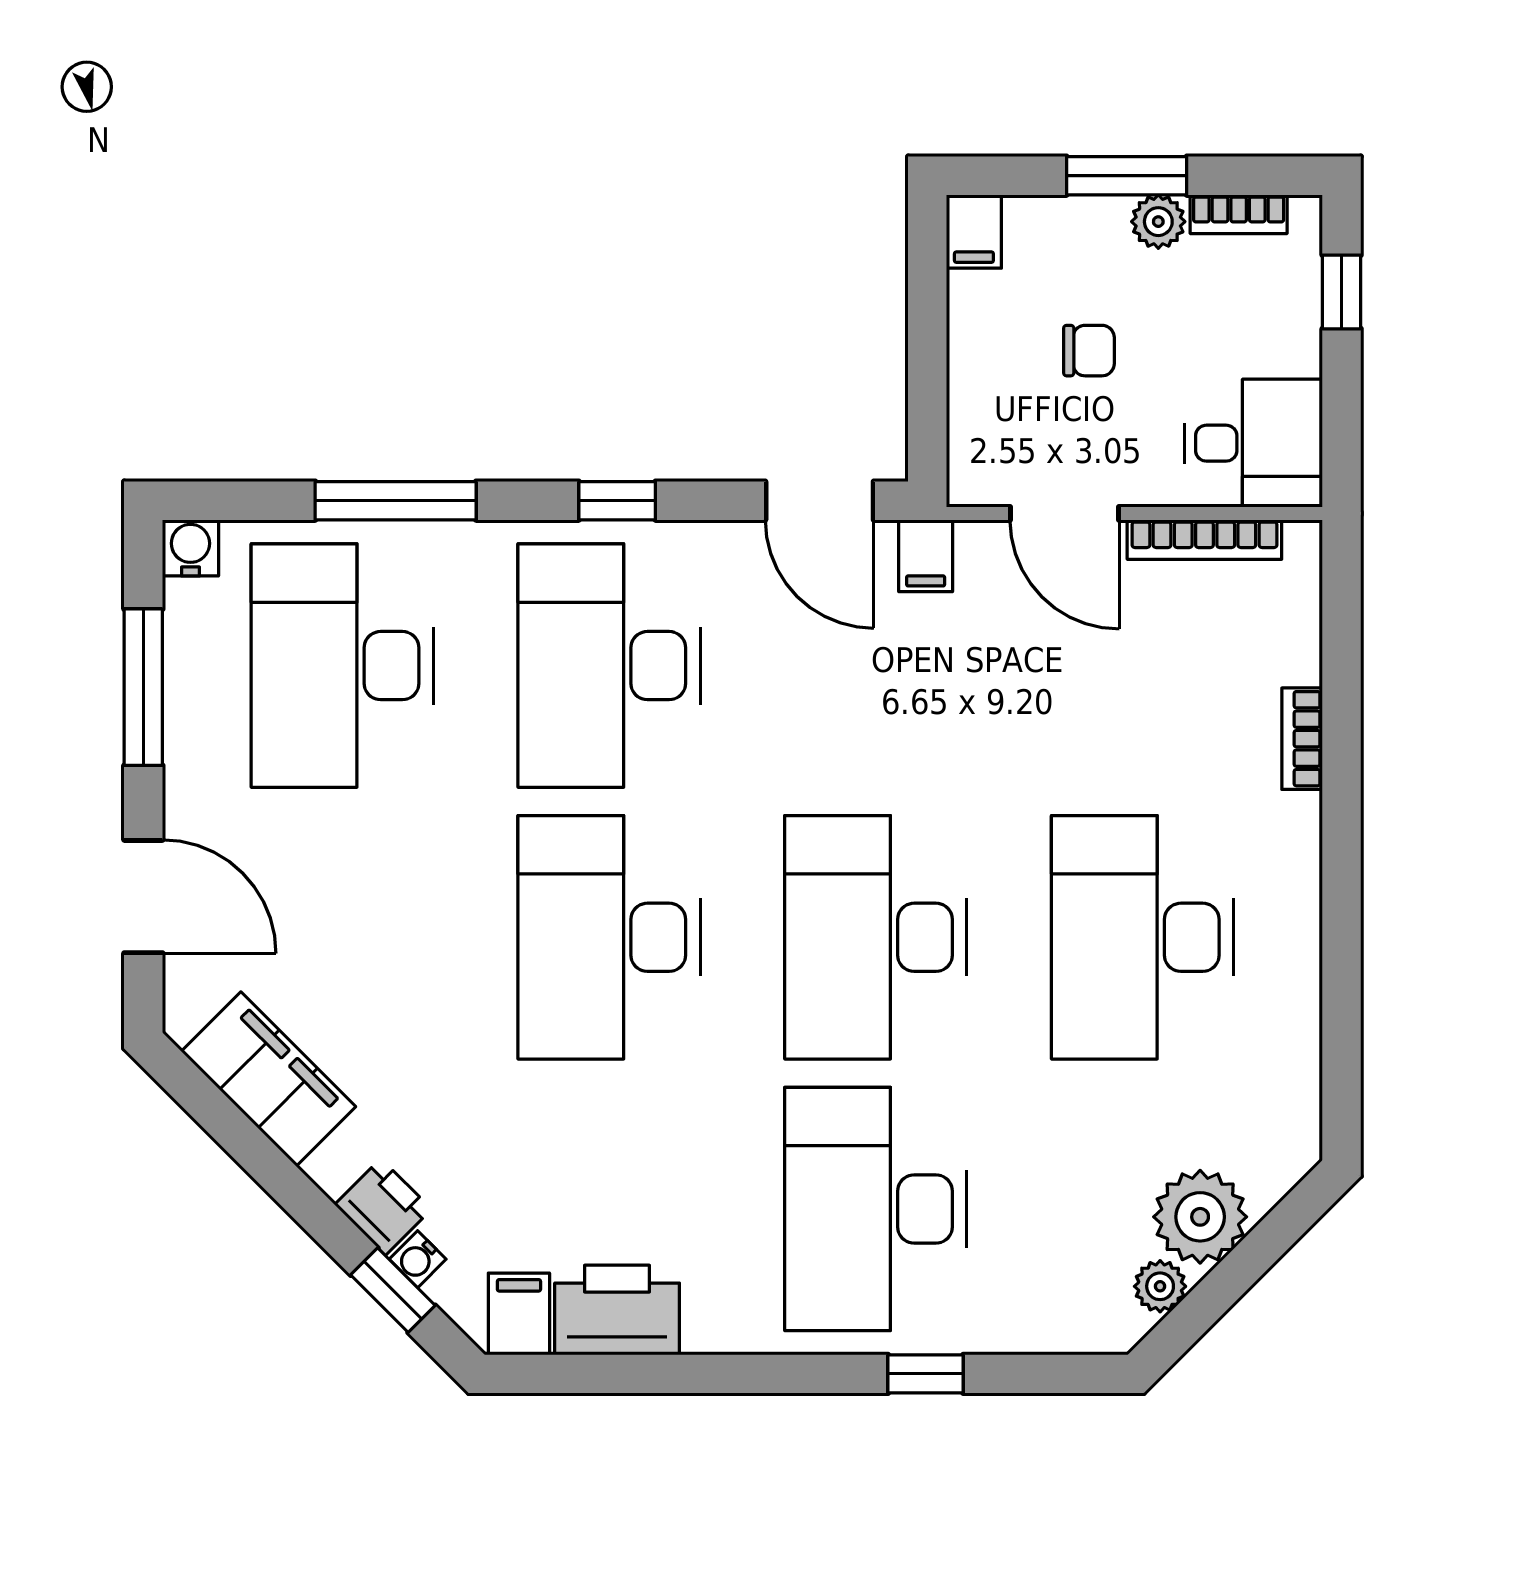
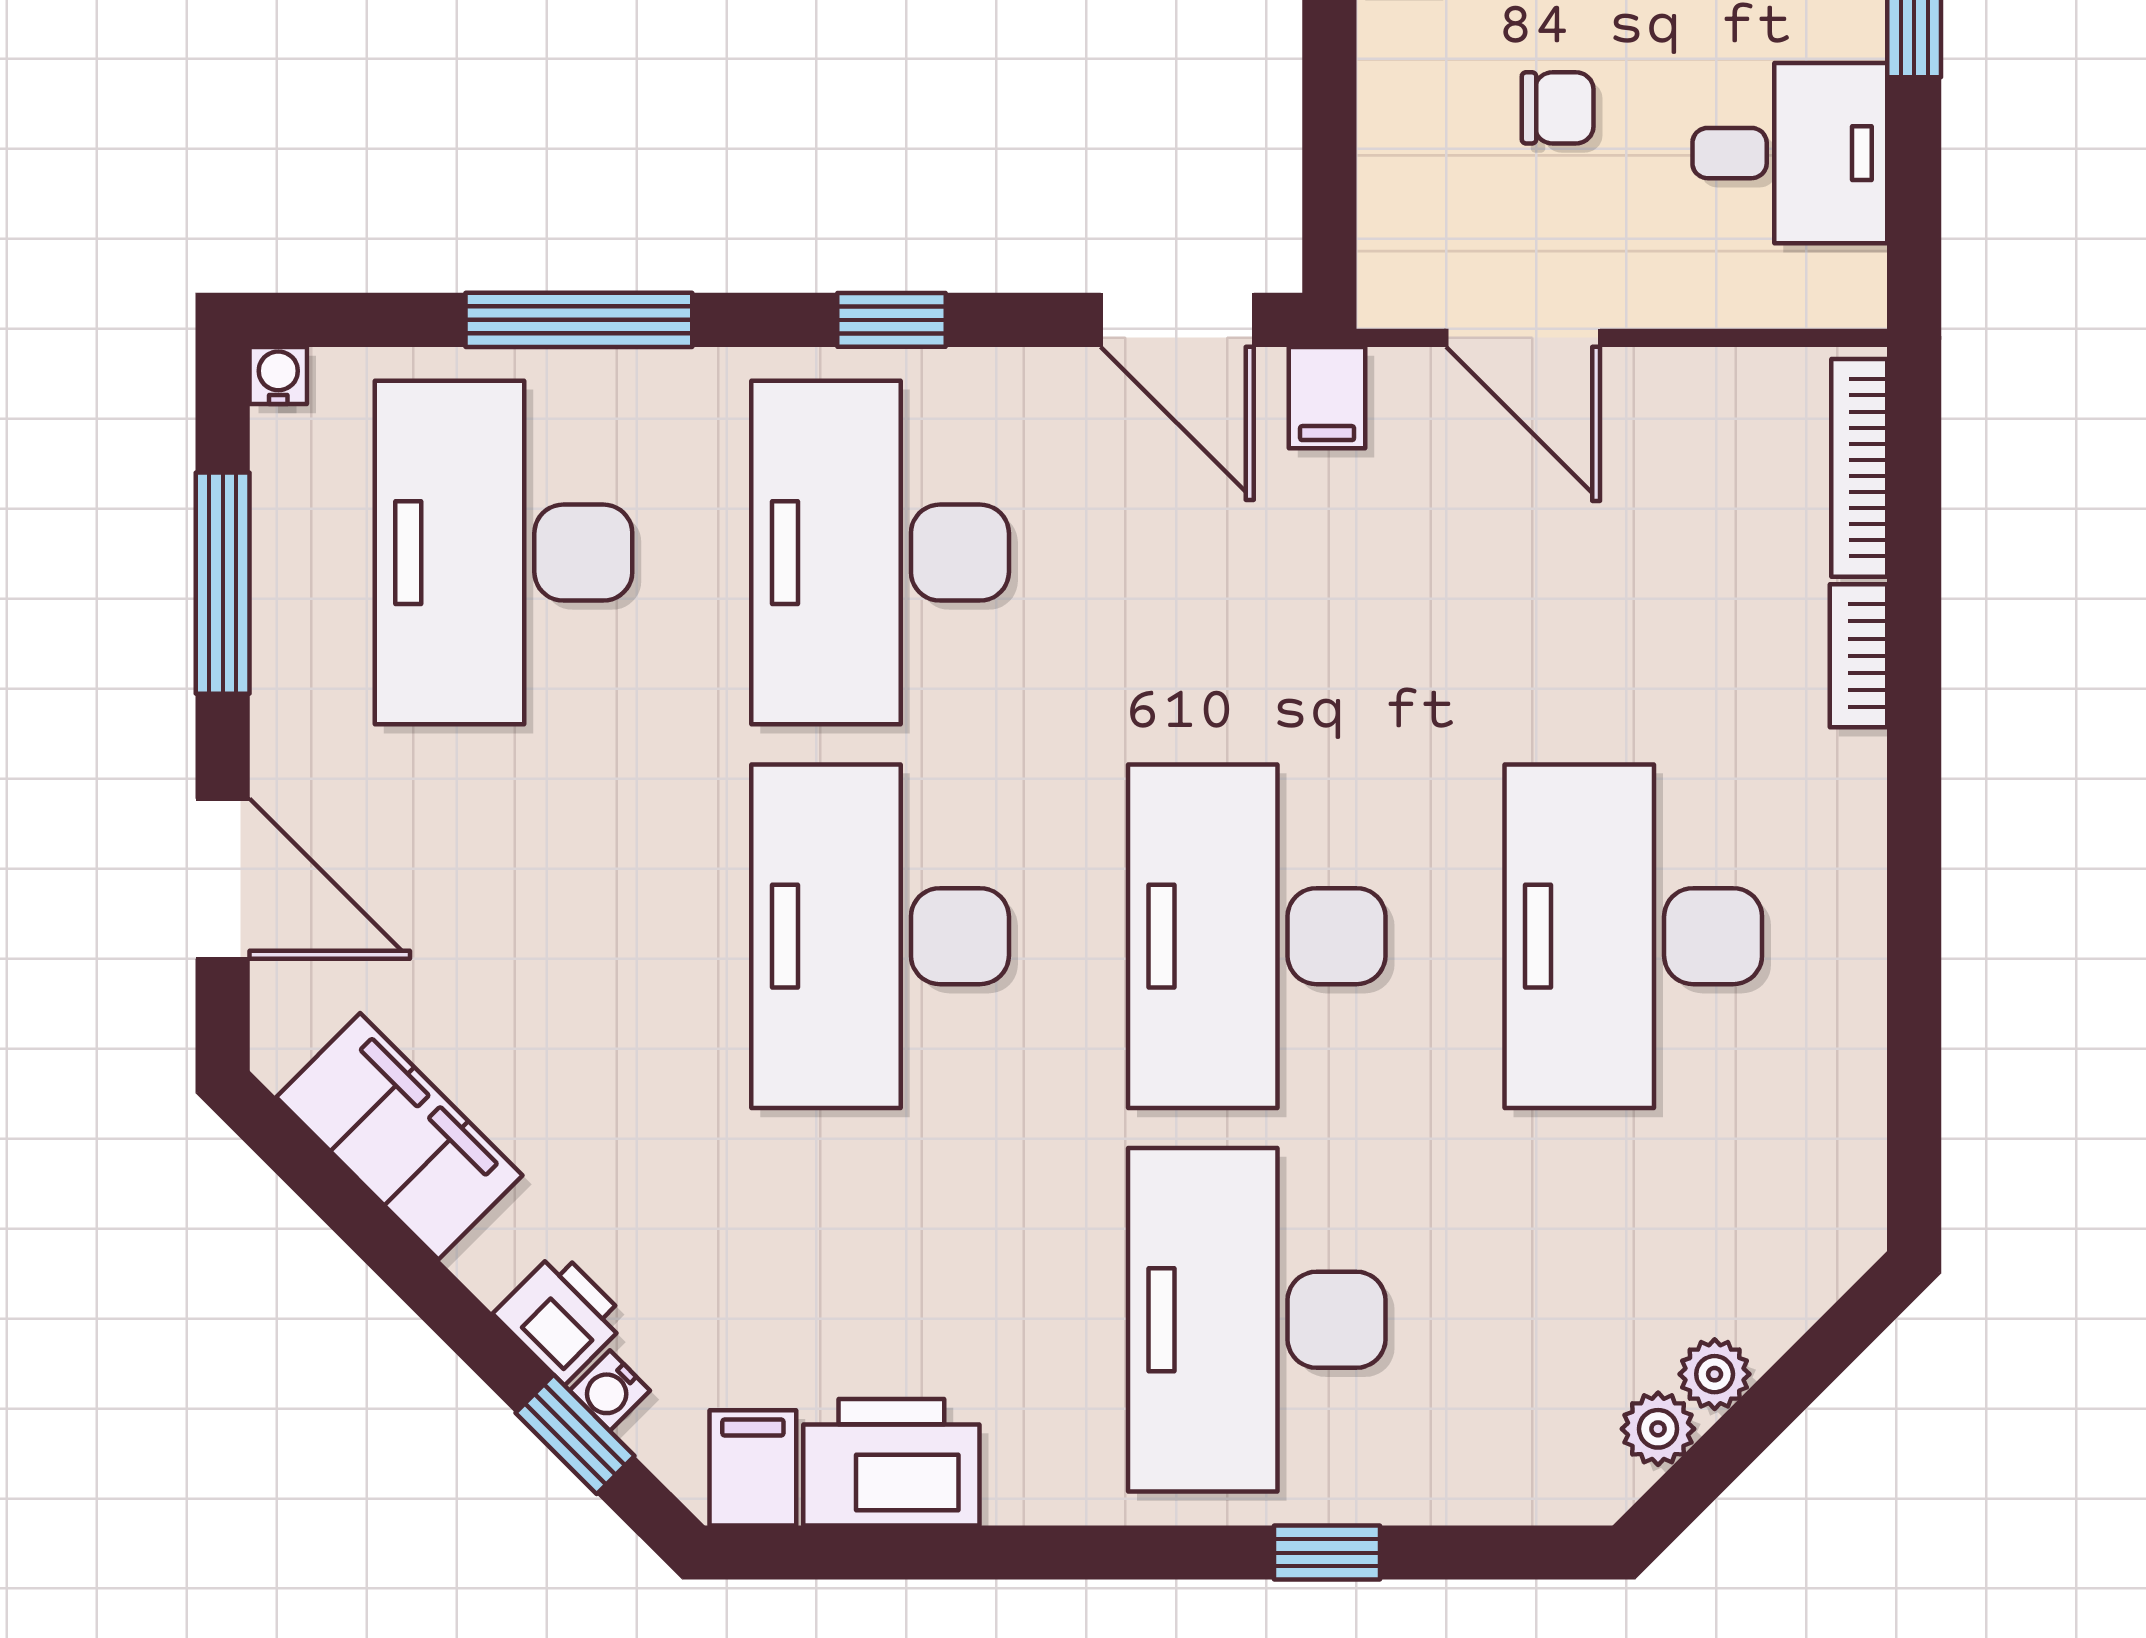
desk: (1253, 443) -> (1790, 153), moved
bookcase: (1204, 540) -> (1859, 468), moved, turned 90
water cooler: (190, 548) -> (278, 375), width x0.72, depth x0.72
plant: (1200, 1217) -> (1715, 1374), width x0.53, depth x0.53

